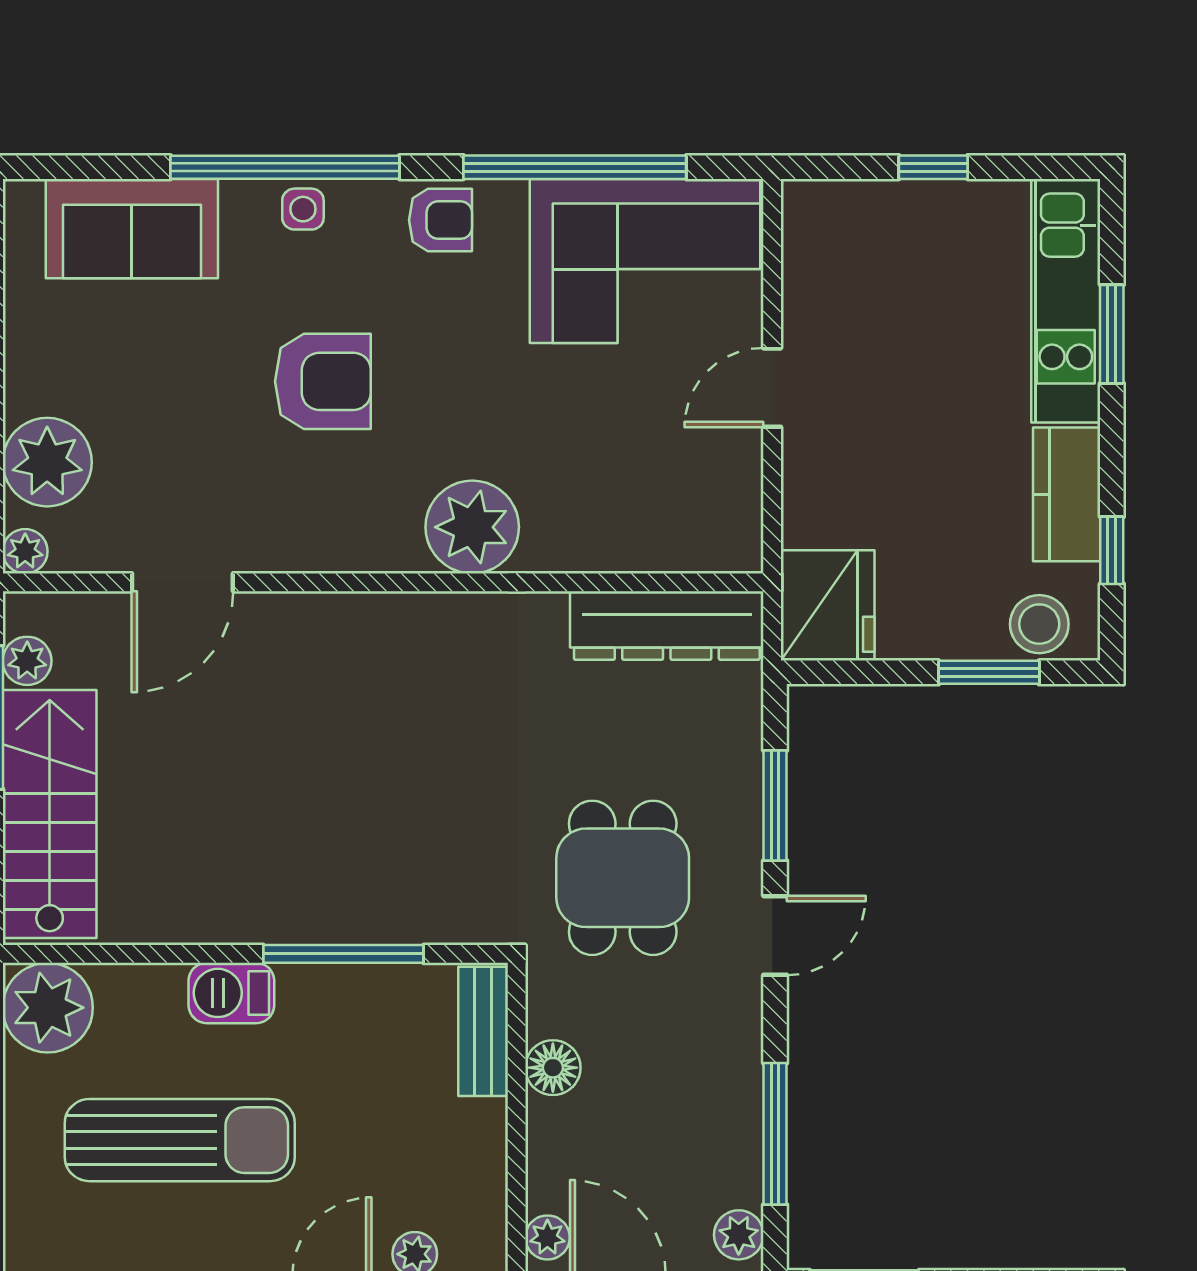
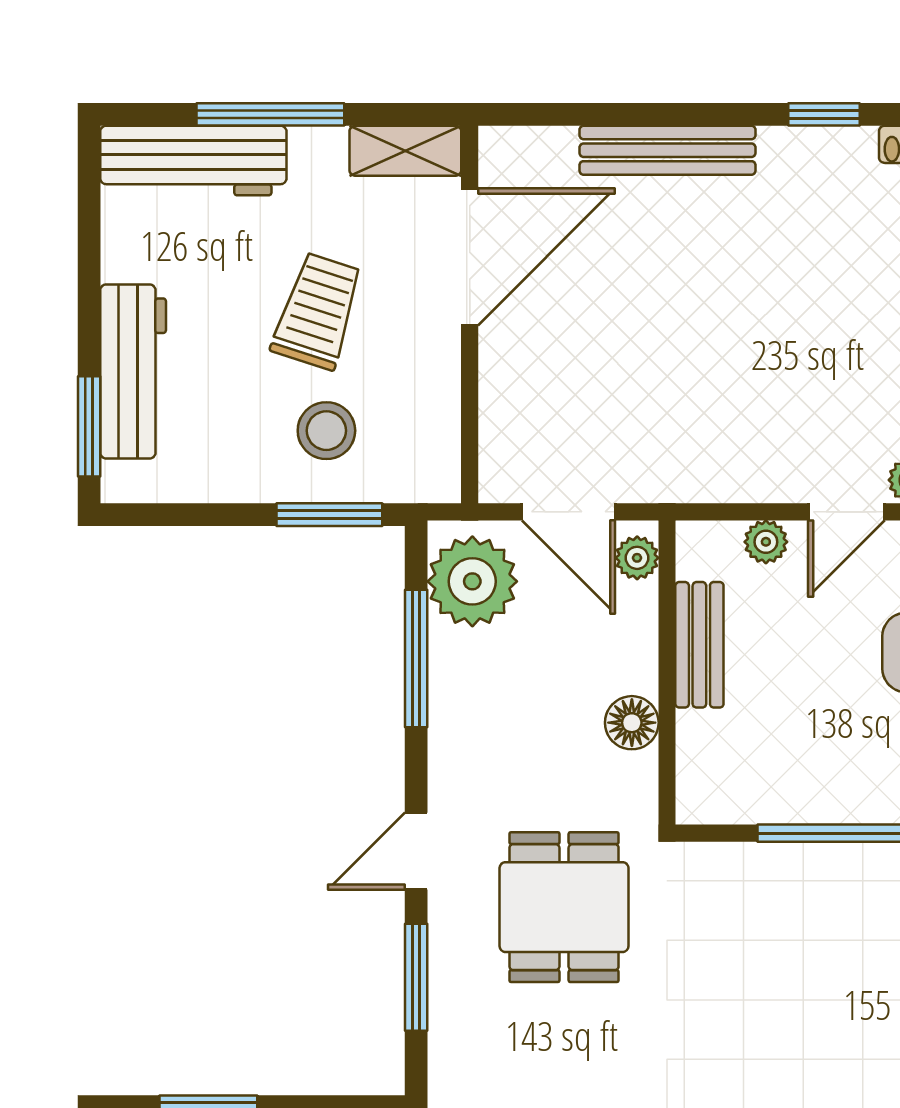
bench: (483, 1031) -> (699, 645), moved
plant: (739, 1235) -> (472, 581), width x1.87, depth x1.87

